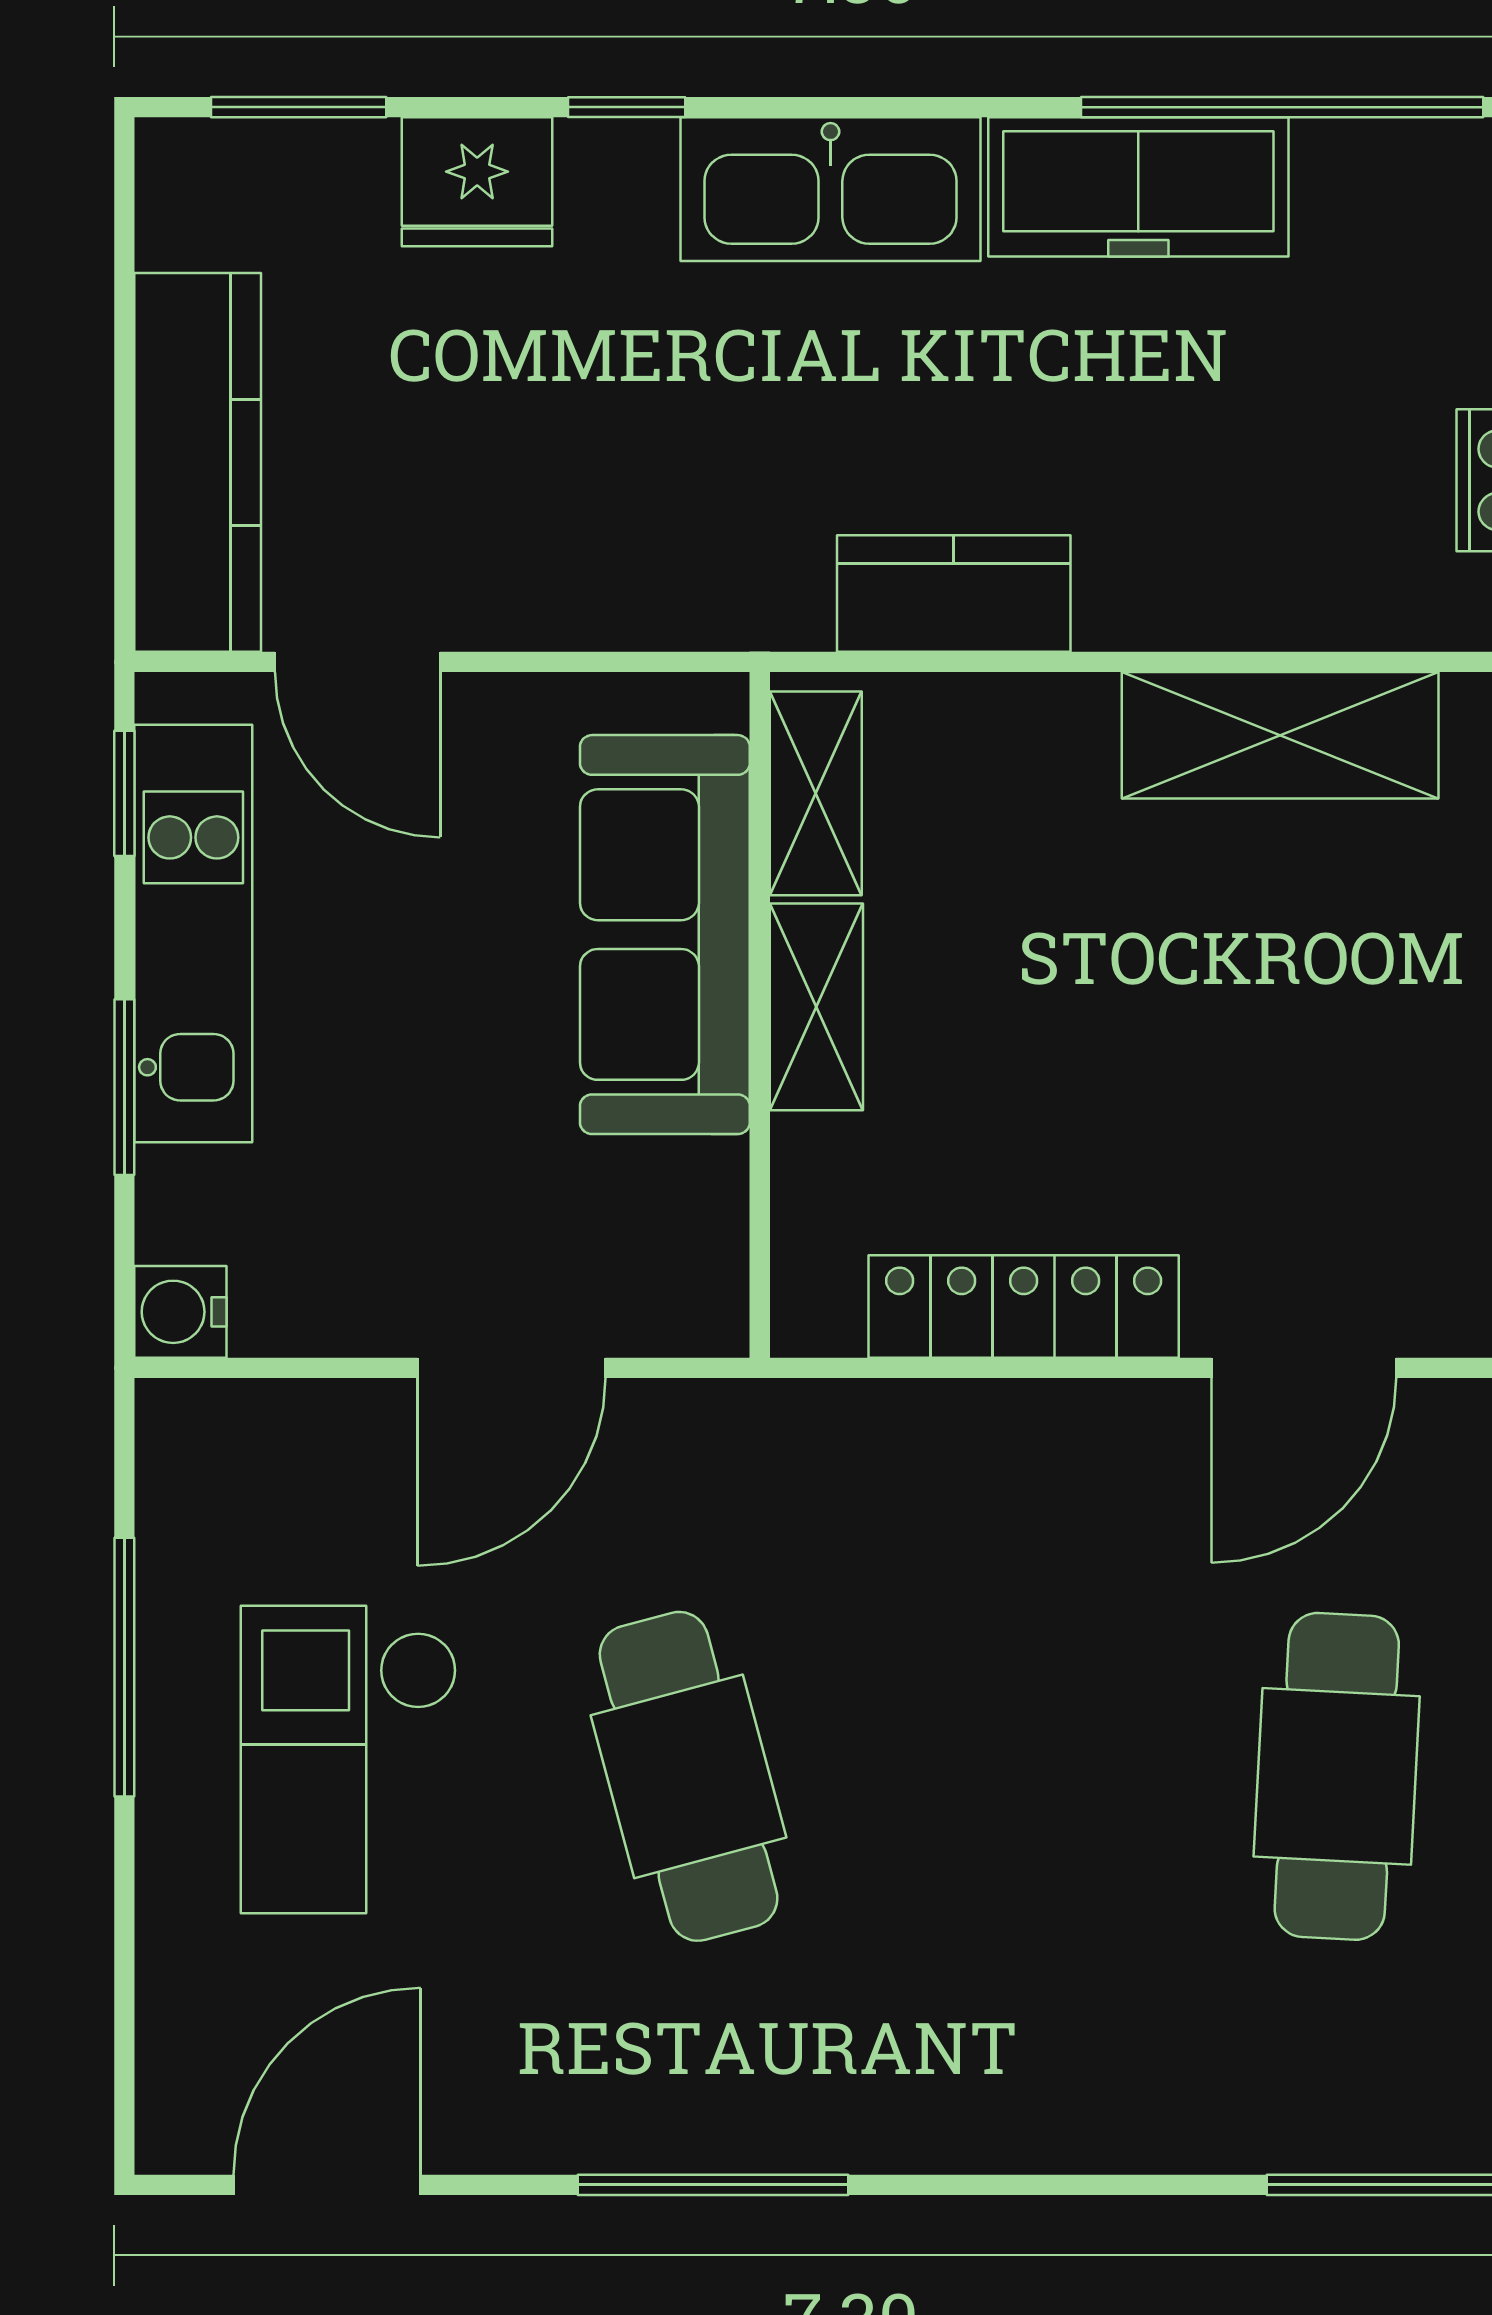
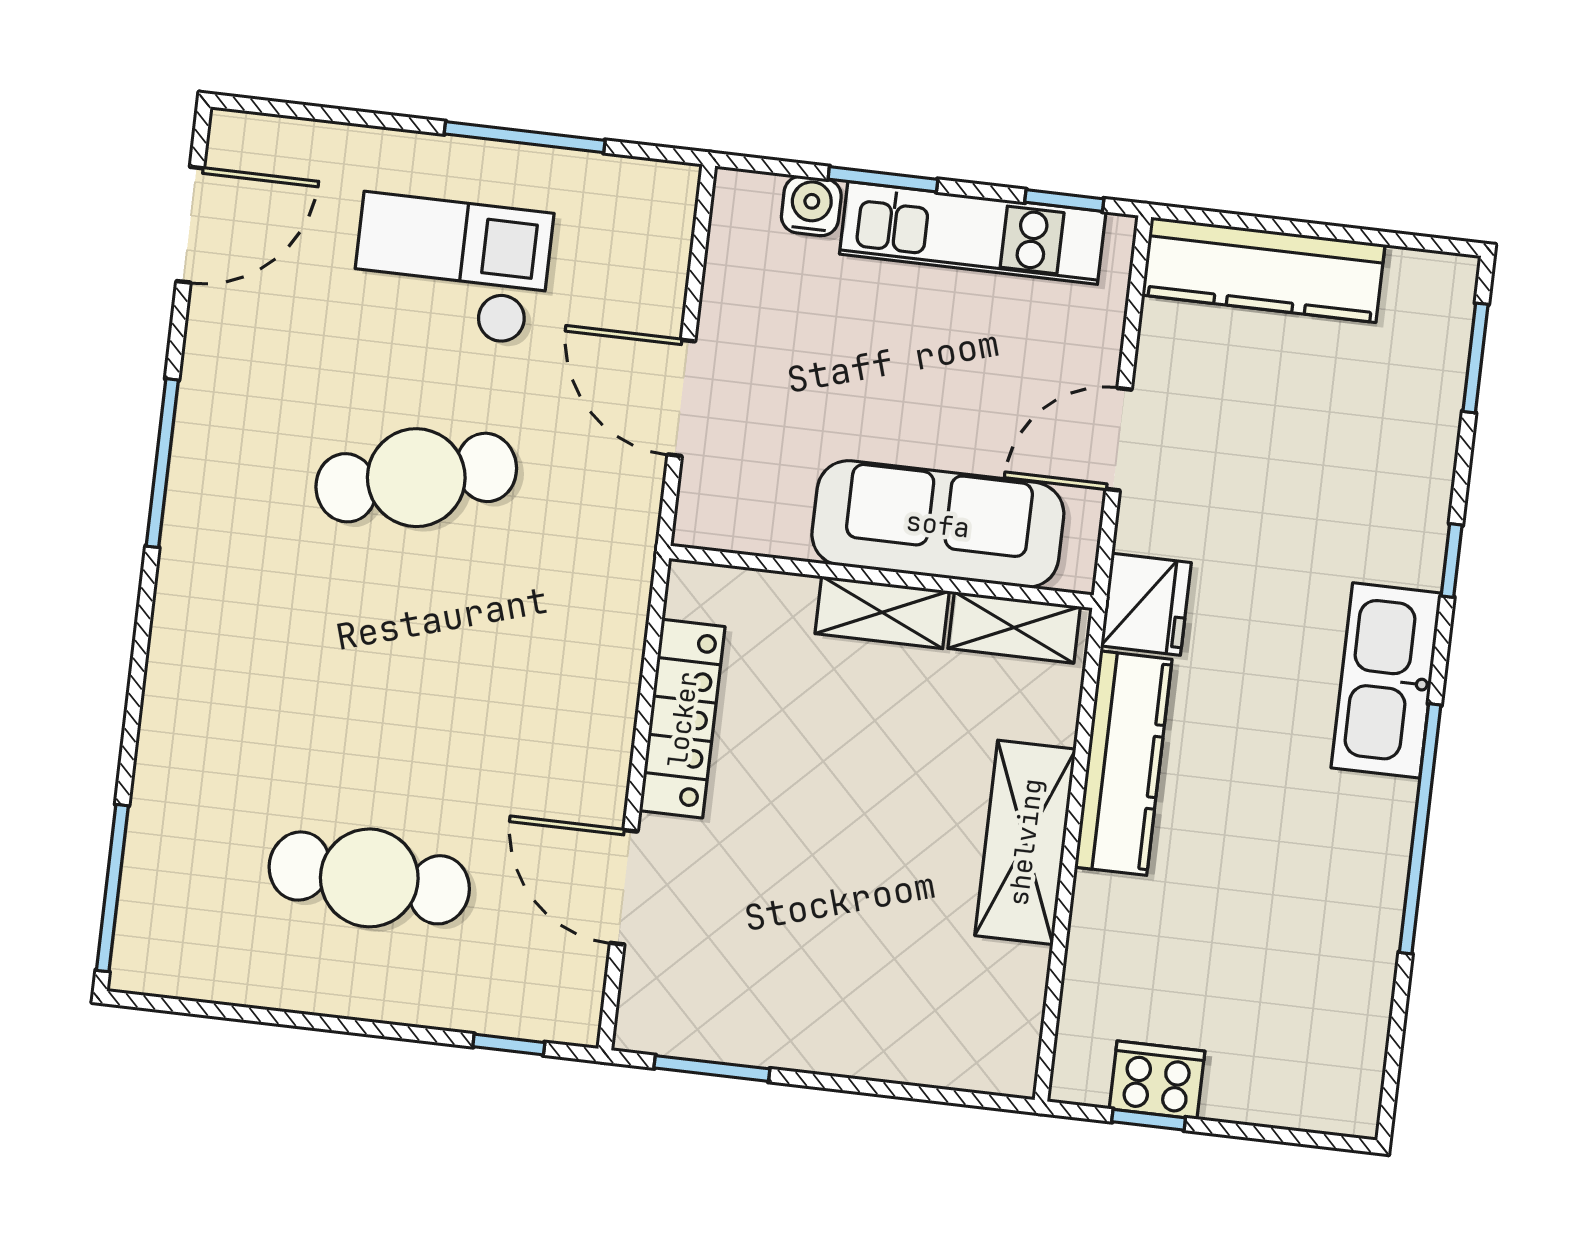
window: (1282, 107) -> (1420, 829), moved
fridge: (477, 182) -> (1146, 604), moved, turned 180
freezer: (1138, 187) -> (1365, 871), removed
kitchen counter: (954, 593) -> (1123, 763), width x1.50
door: (357, 662) -> (1119, 439), moved
shelving: (1280, 735) -> (1025, 842), moved
water cooler: (180, 1312) -> (811, 206), moved
door: (327, 2185) -> (190, 225), hinge flipped

